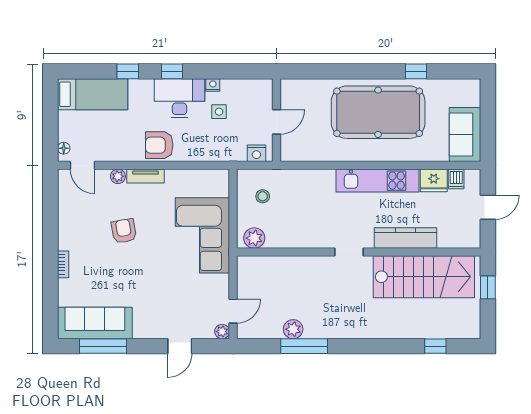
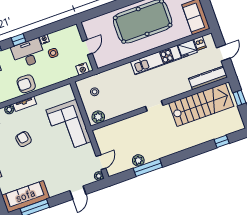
kitchen counter: (406, 238) -> (208, 78), moved

